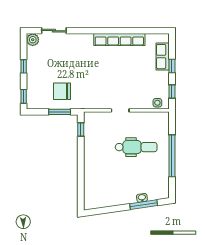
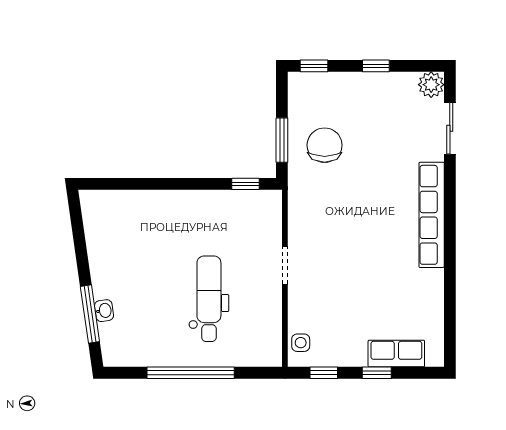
row of seats: (119, 39) -> (432, 215), moved
dental chair: (136, 147) -> (209, 299), turned 180

